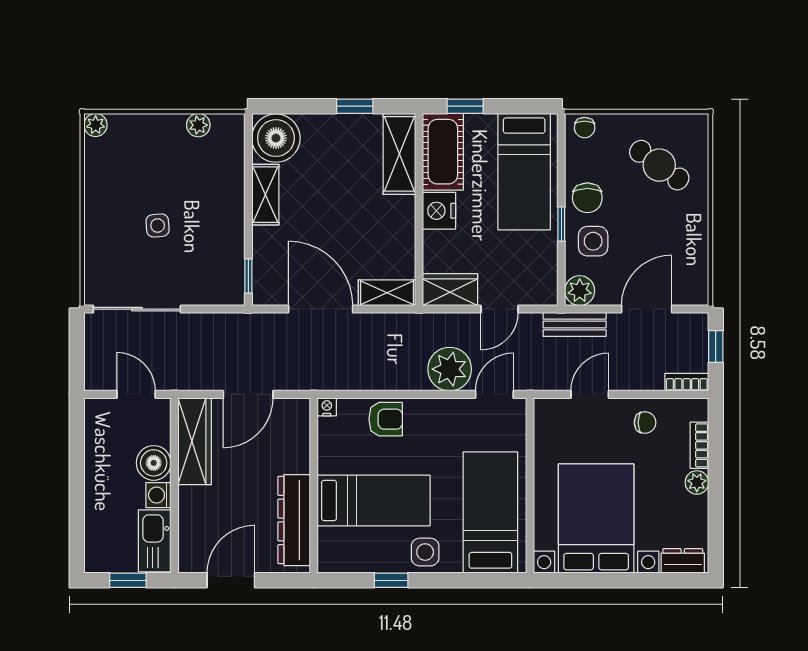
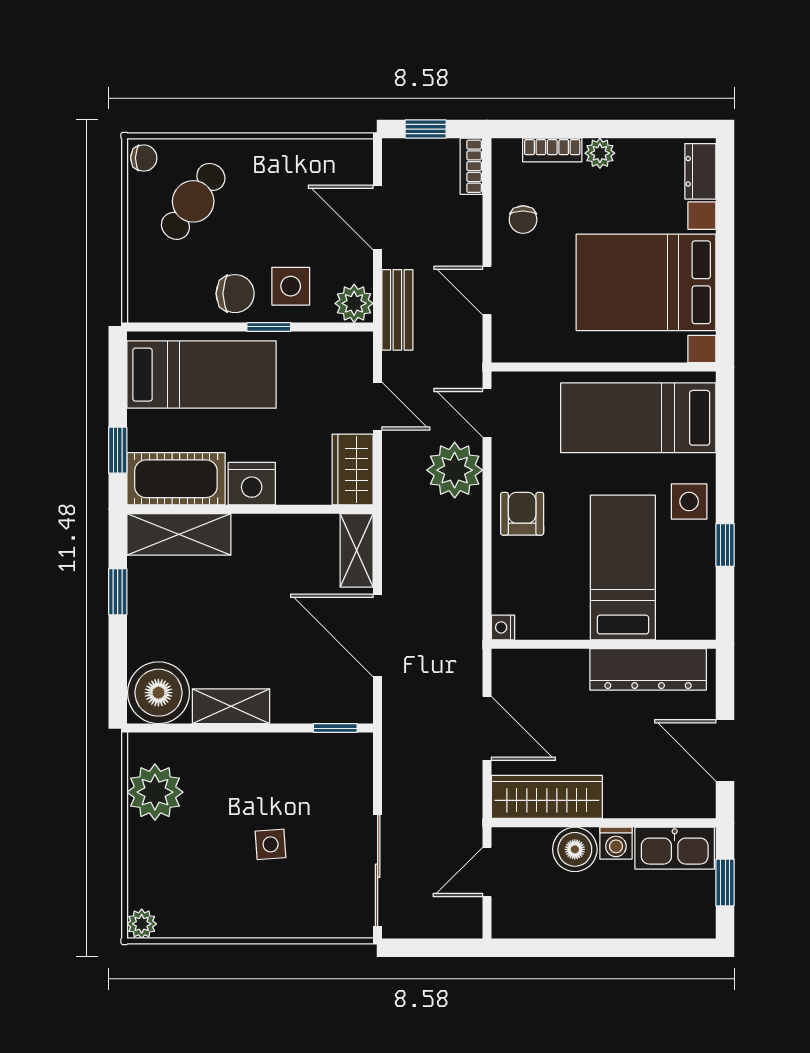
plant: (198, 125) -> (155, 792), width x1.88, depth x1.88
chair: (585, 128) -> (144, 158), moved
door: (321, 309) -> (378, 636), hinge flipped
armchair: (386, 419) -> (522, 514), moved
chair: (645, 423) -> (523, 220), turned 180

